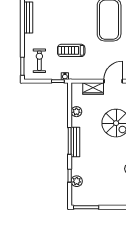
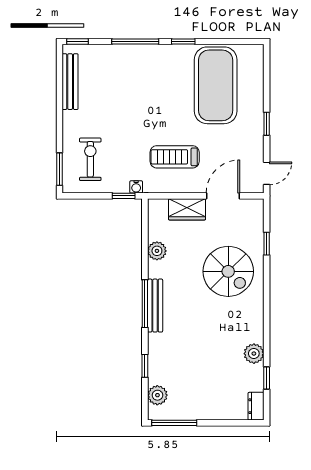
treadmill: (71, 50) -> (175, 157), moved
plant: (77, 181) -> (157, 395), moved

